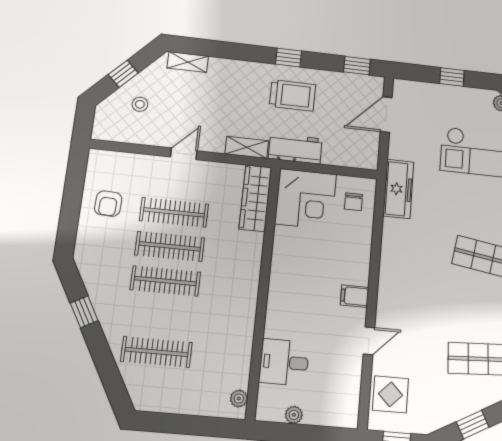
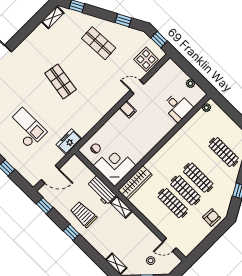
door: (184, 154) -> (169, 245), moved
freezer: (398, 189) -> (69, 142), width x0.71
armchair: (108, 204) -> (212, 218), moved

